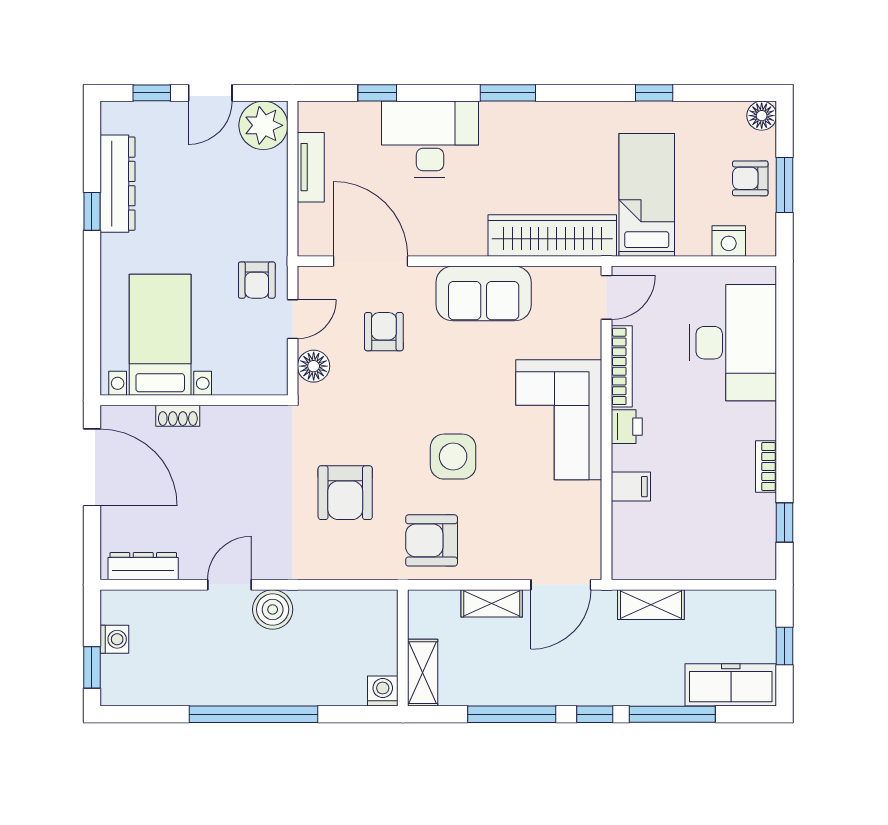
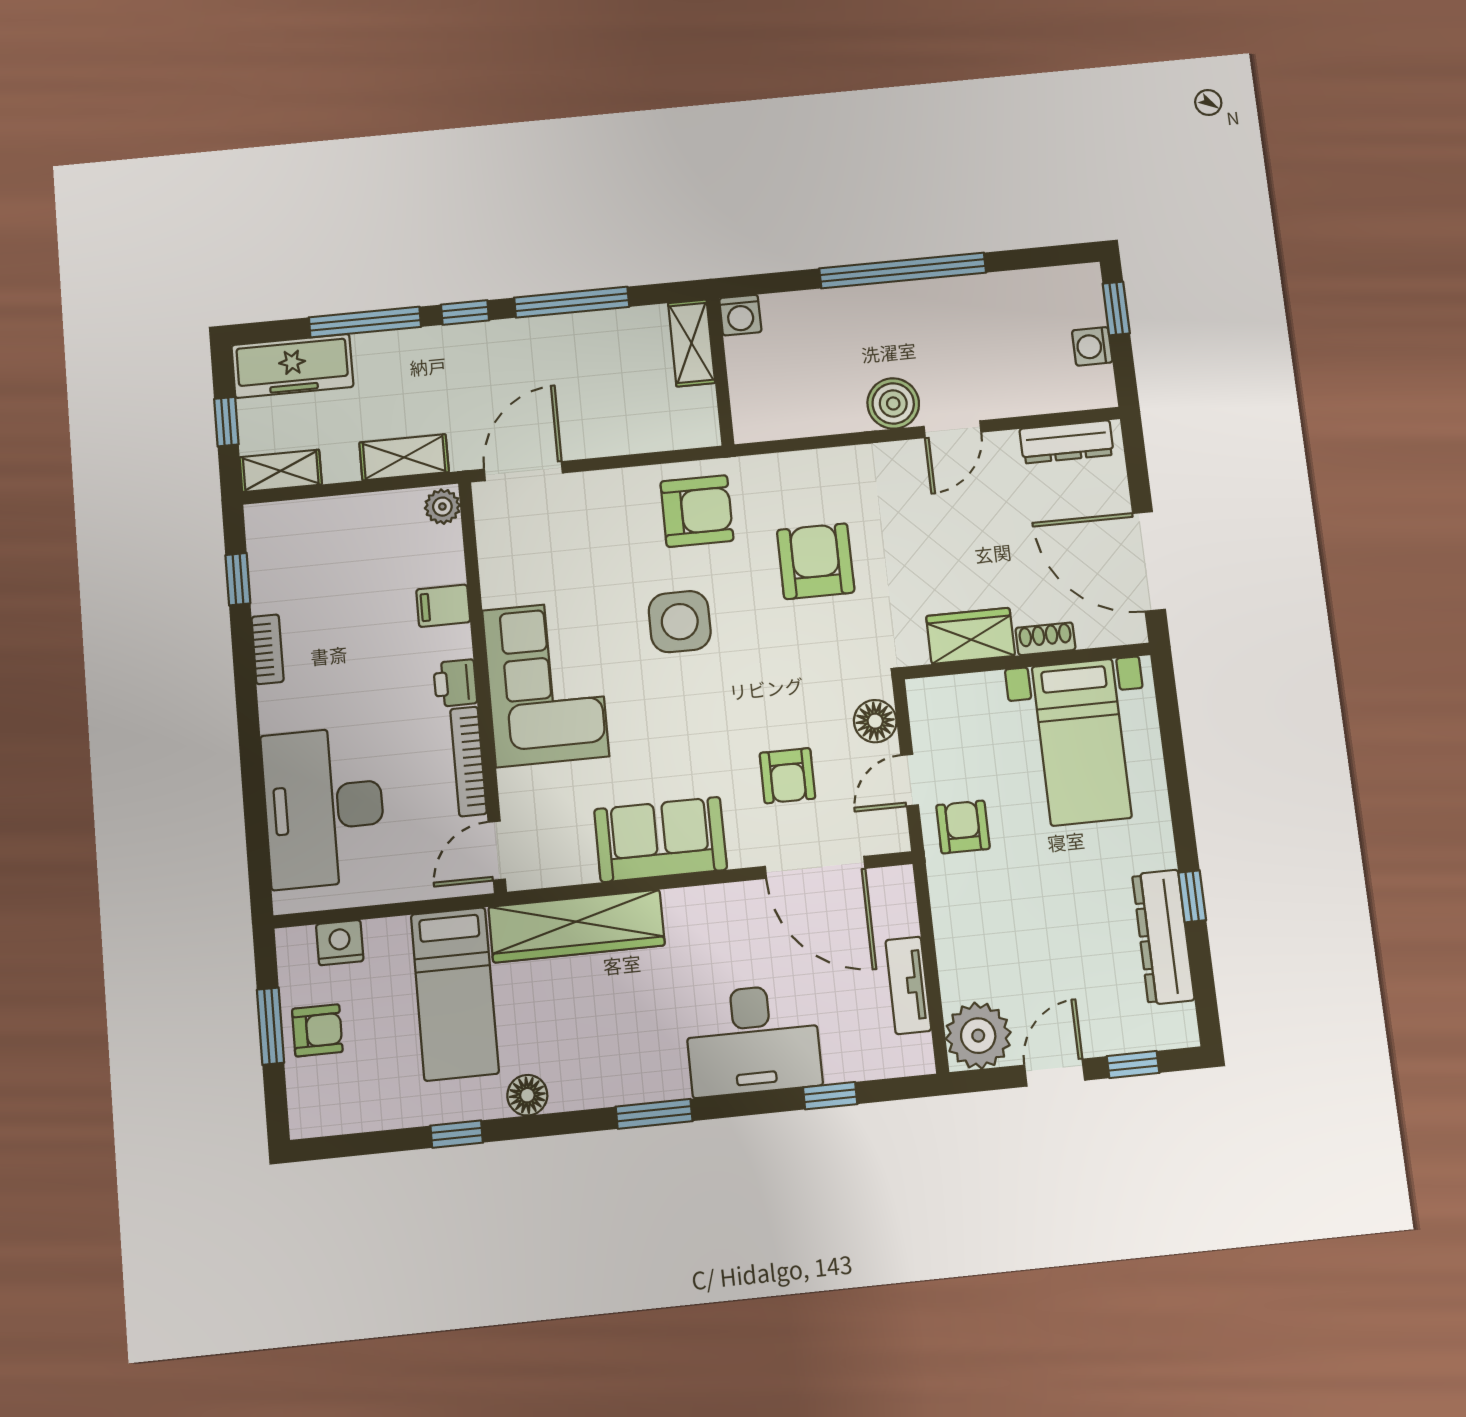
floor lamp: (762, 116) -> (527, 1095), moved
wardrobe: (234, 424) -> (971, 636), added
plant: (625, 563) -> (442, 507), added
shelving: (492, 603) -> (281, 471), moved

